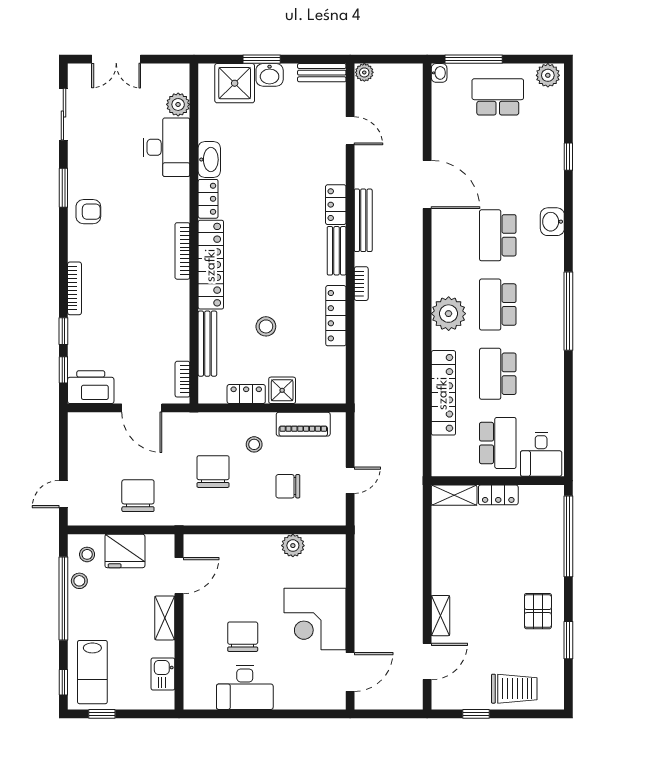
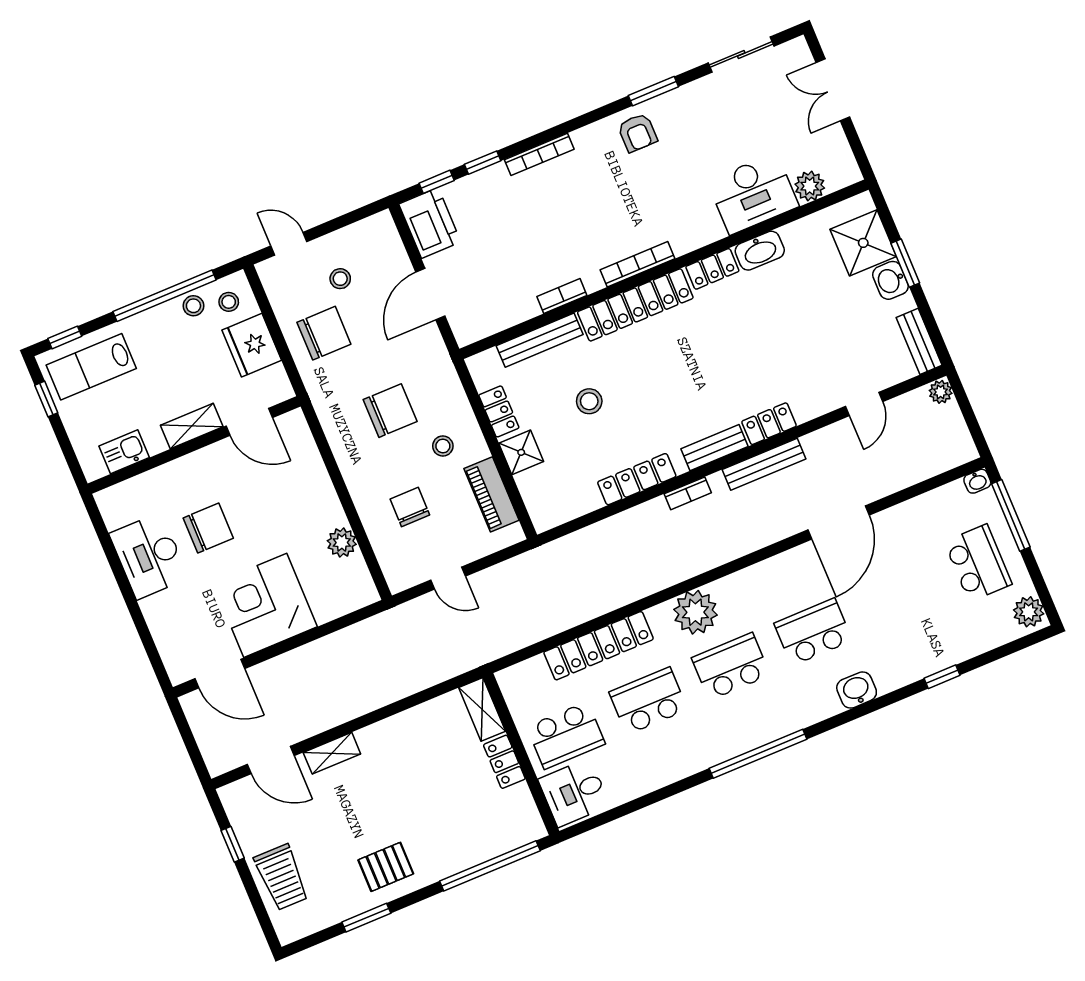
bookcase: (182, 379) -> (562, 296), moved
stool: (104, 468) -> (340, 279), added

